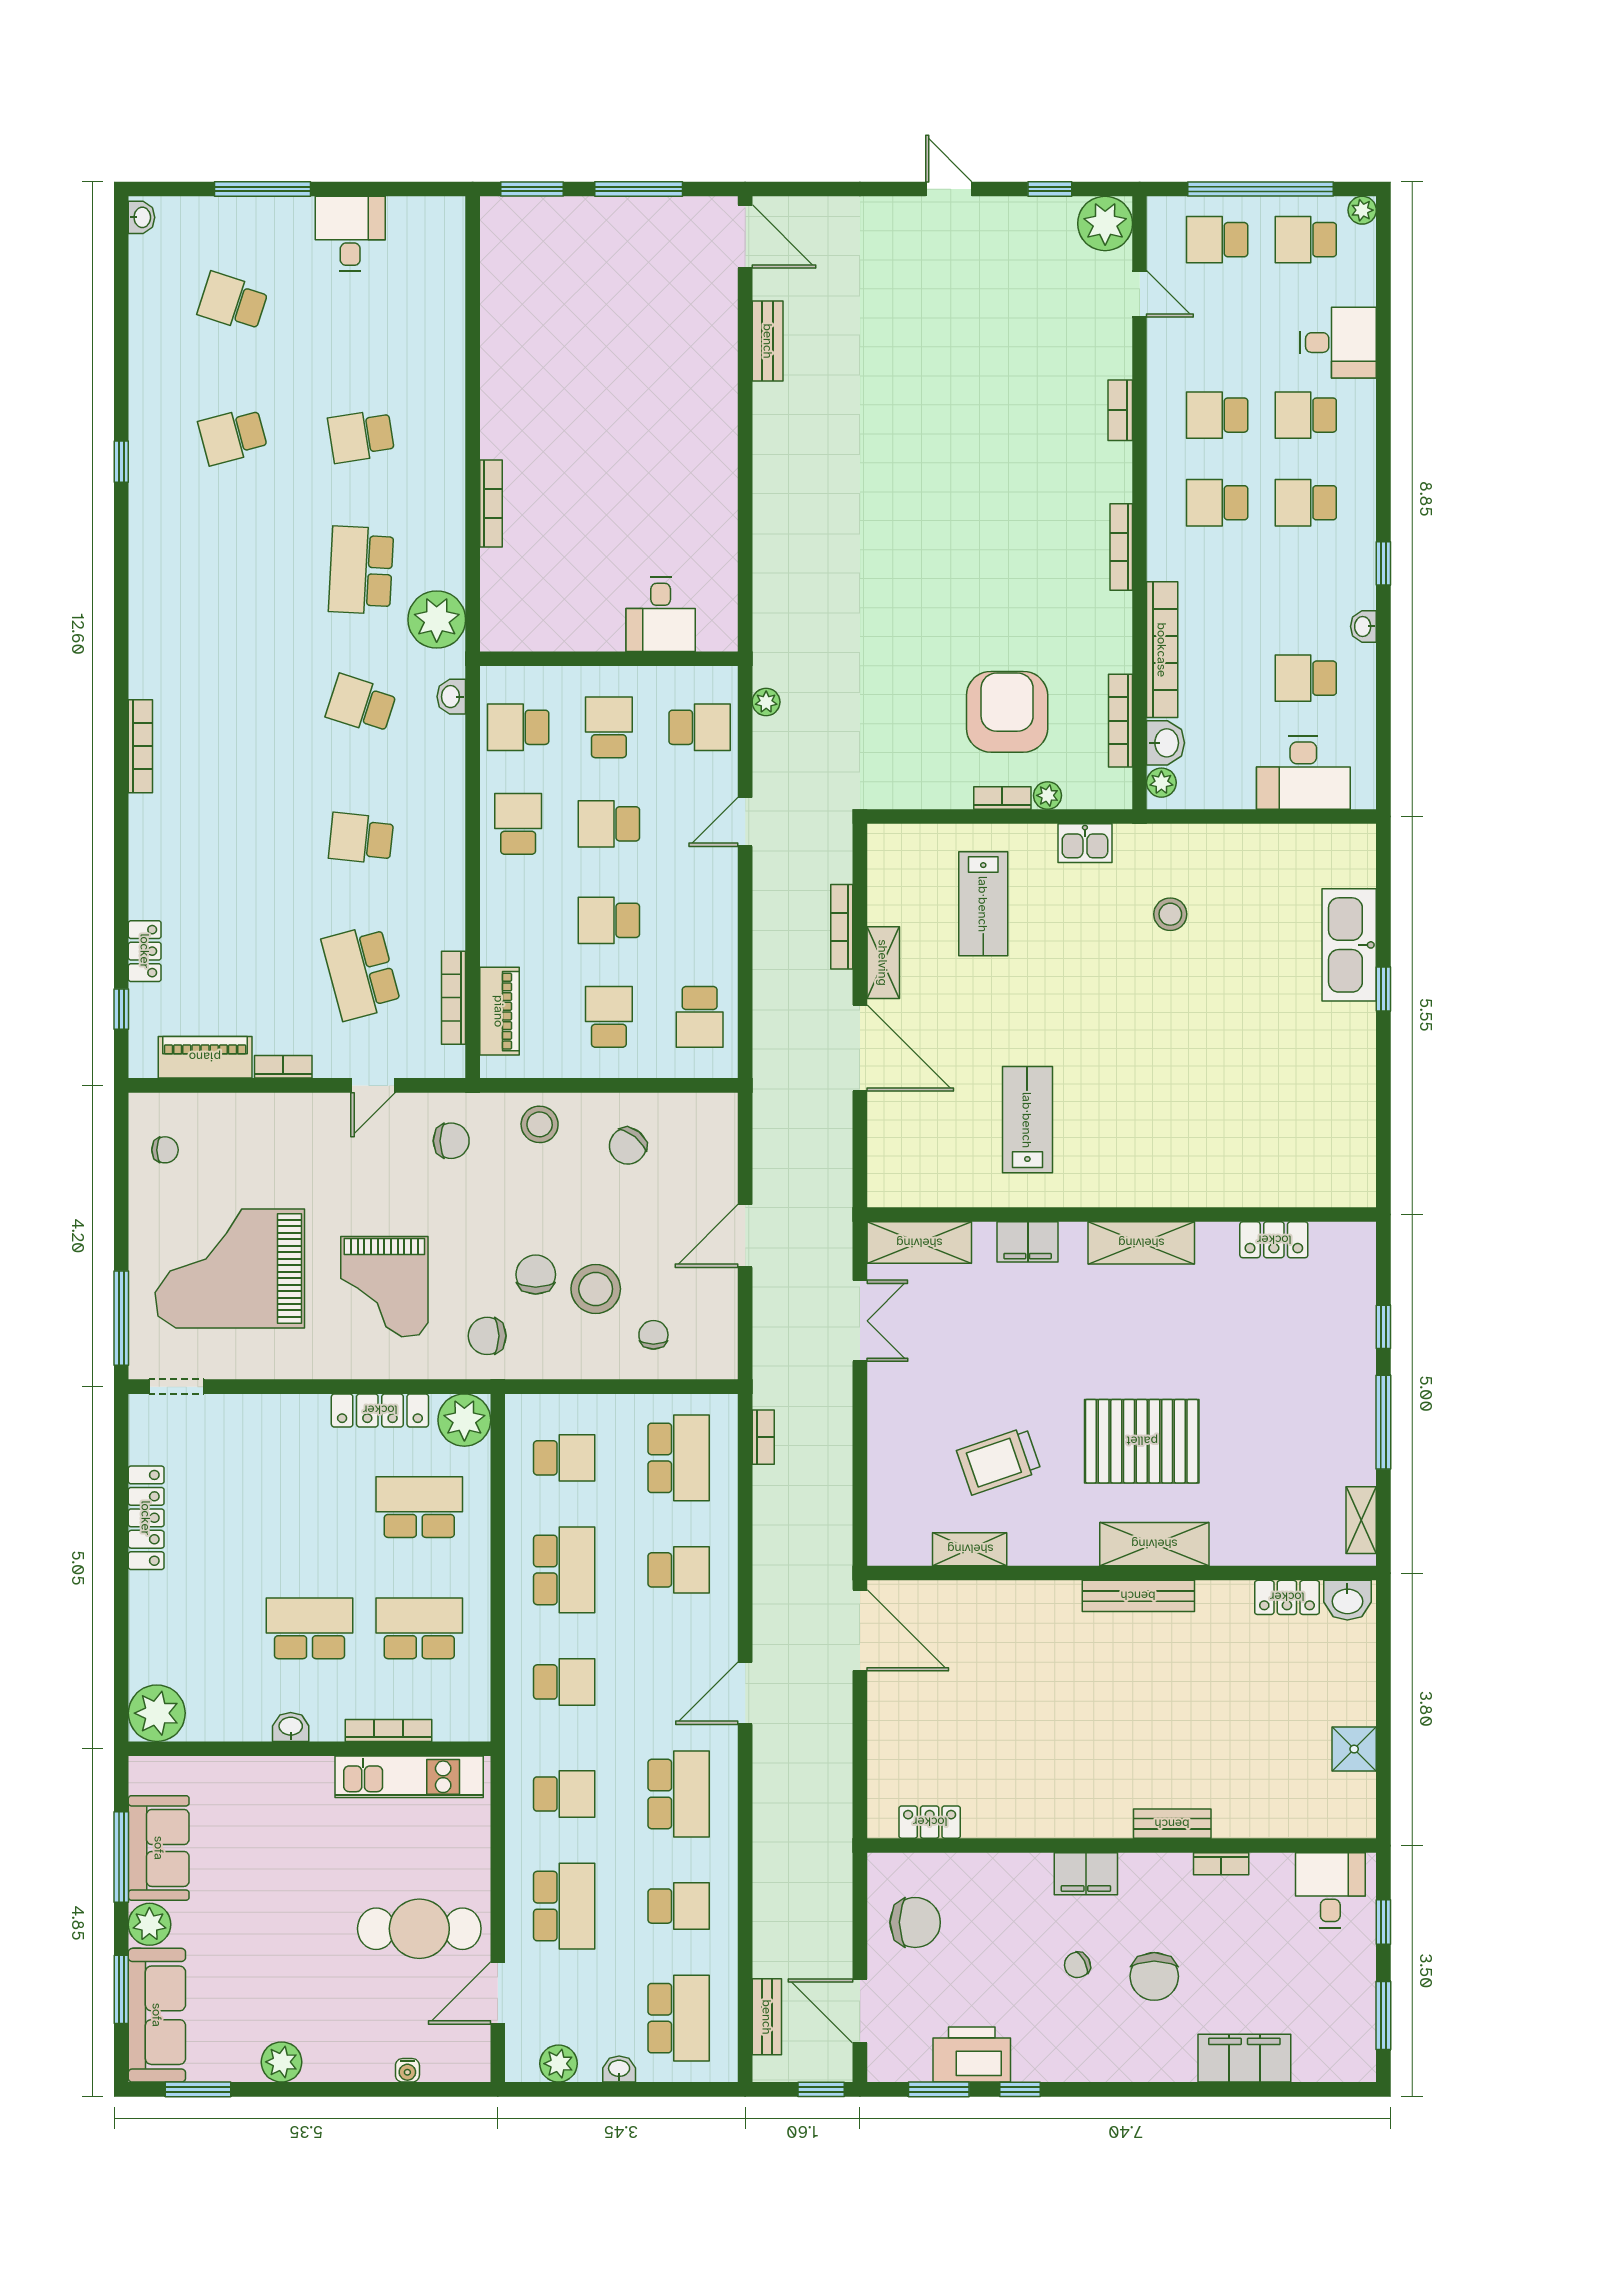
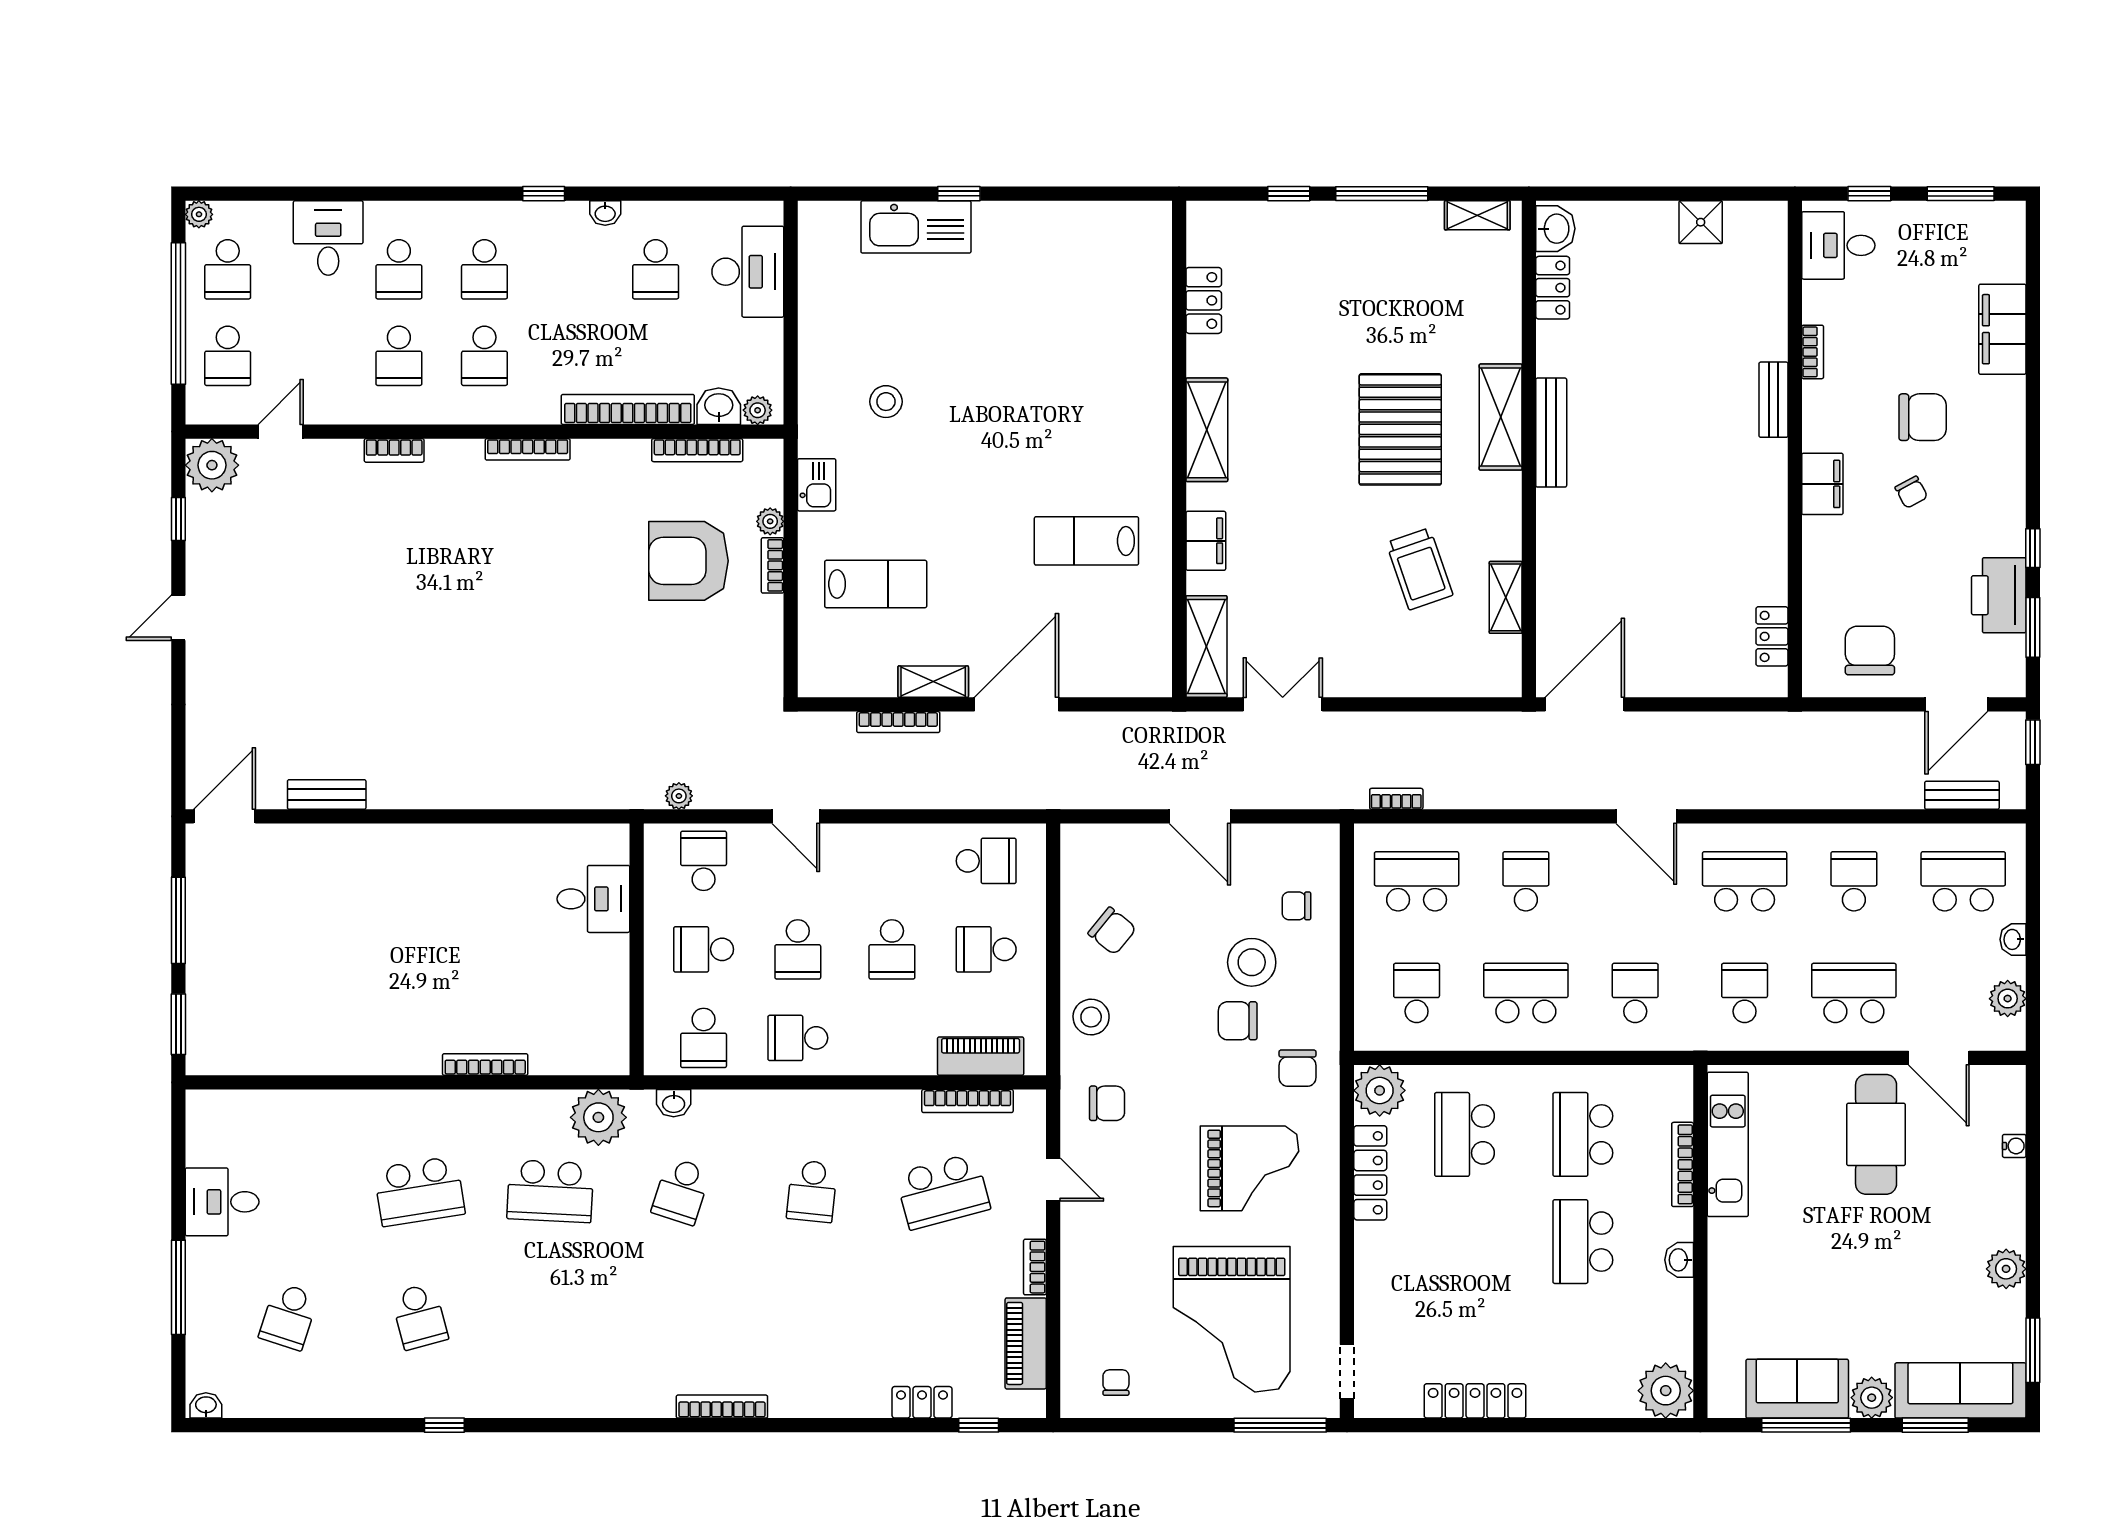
school desk: (361, 436) -> (419, 1191), width x1.85
chair: (451, 1141) -> (1107, 1103), turned 90

